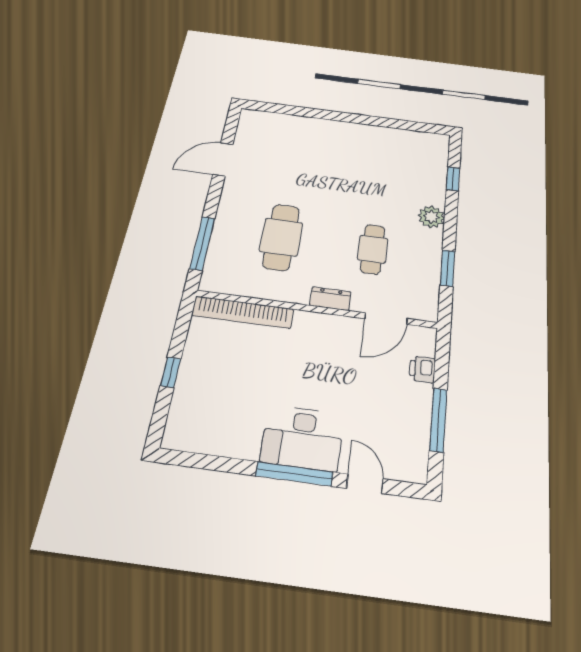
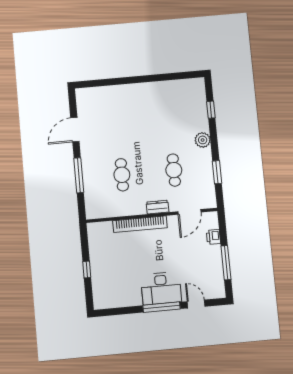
cafe table: (281, 237) -> (122, 175), width x0.73, depth x0.74
window: (202, 243) -> (79, 175), moved
bookcase: (243, 312) -> (140, 224), moved

